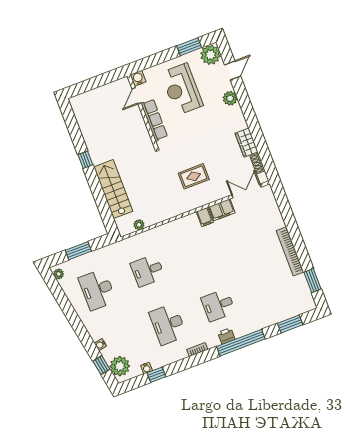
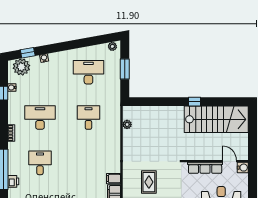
stairs: (113, 189) -> (216, 119), moved, width x1.36, depth x1.51
printer: (226, 336) -> (13, 181), moved

